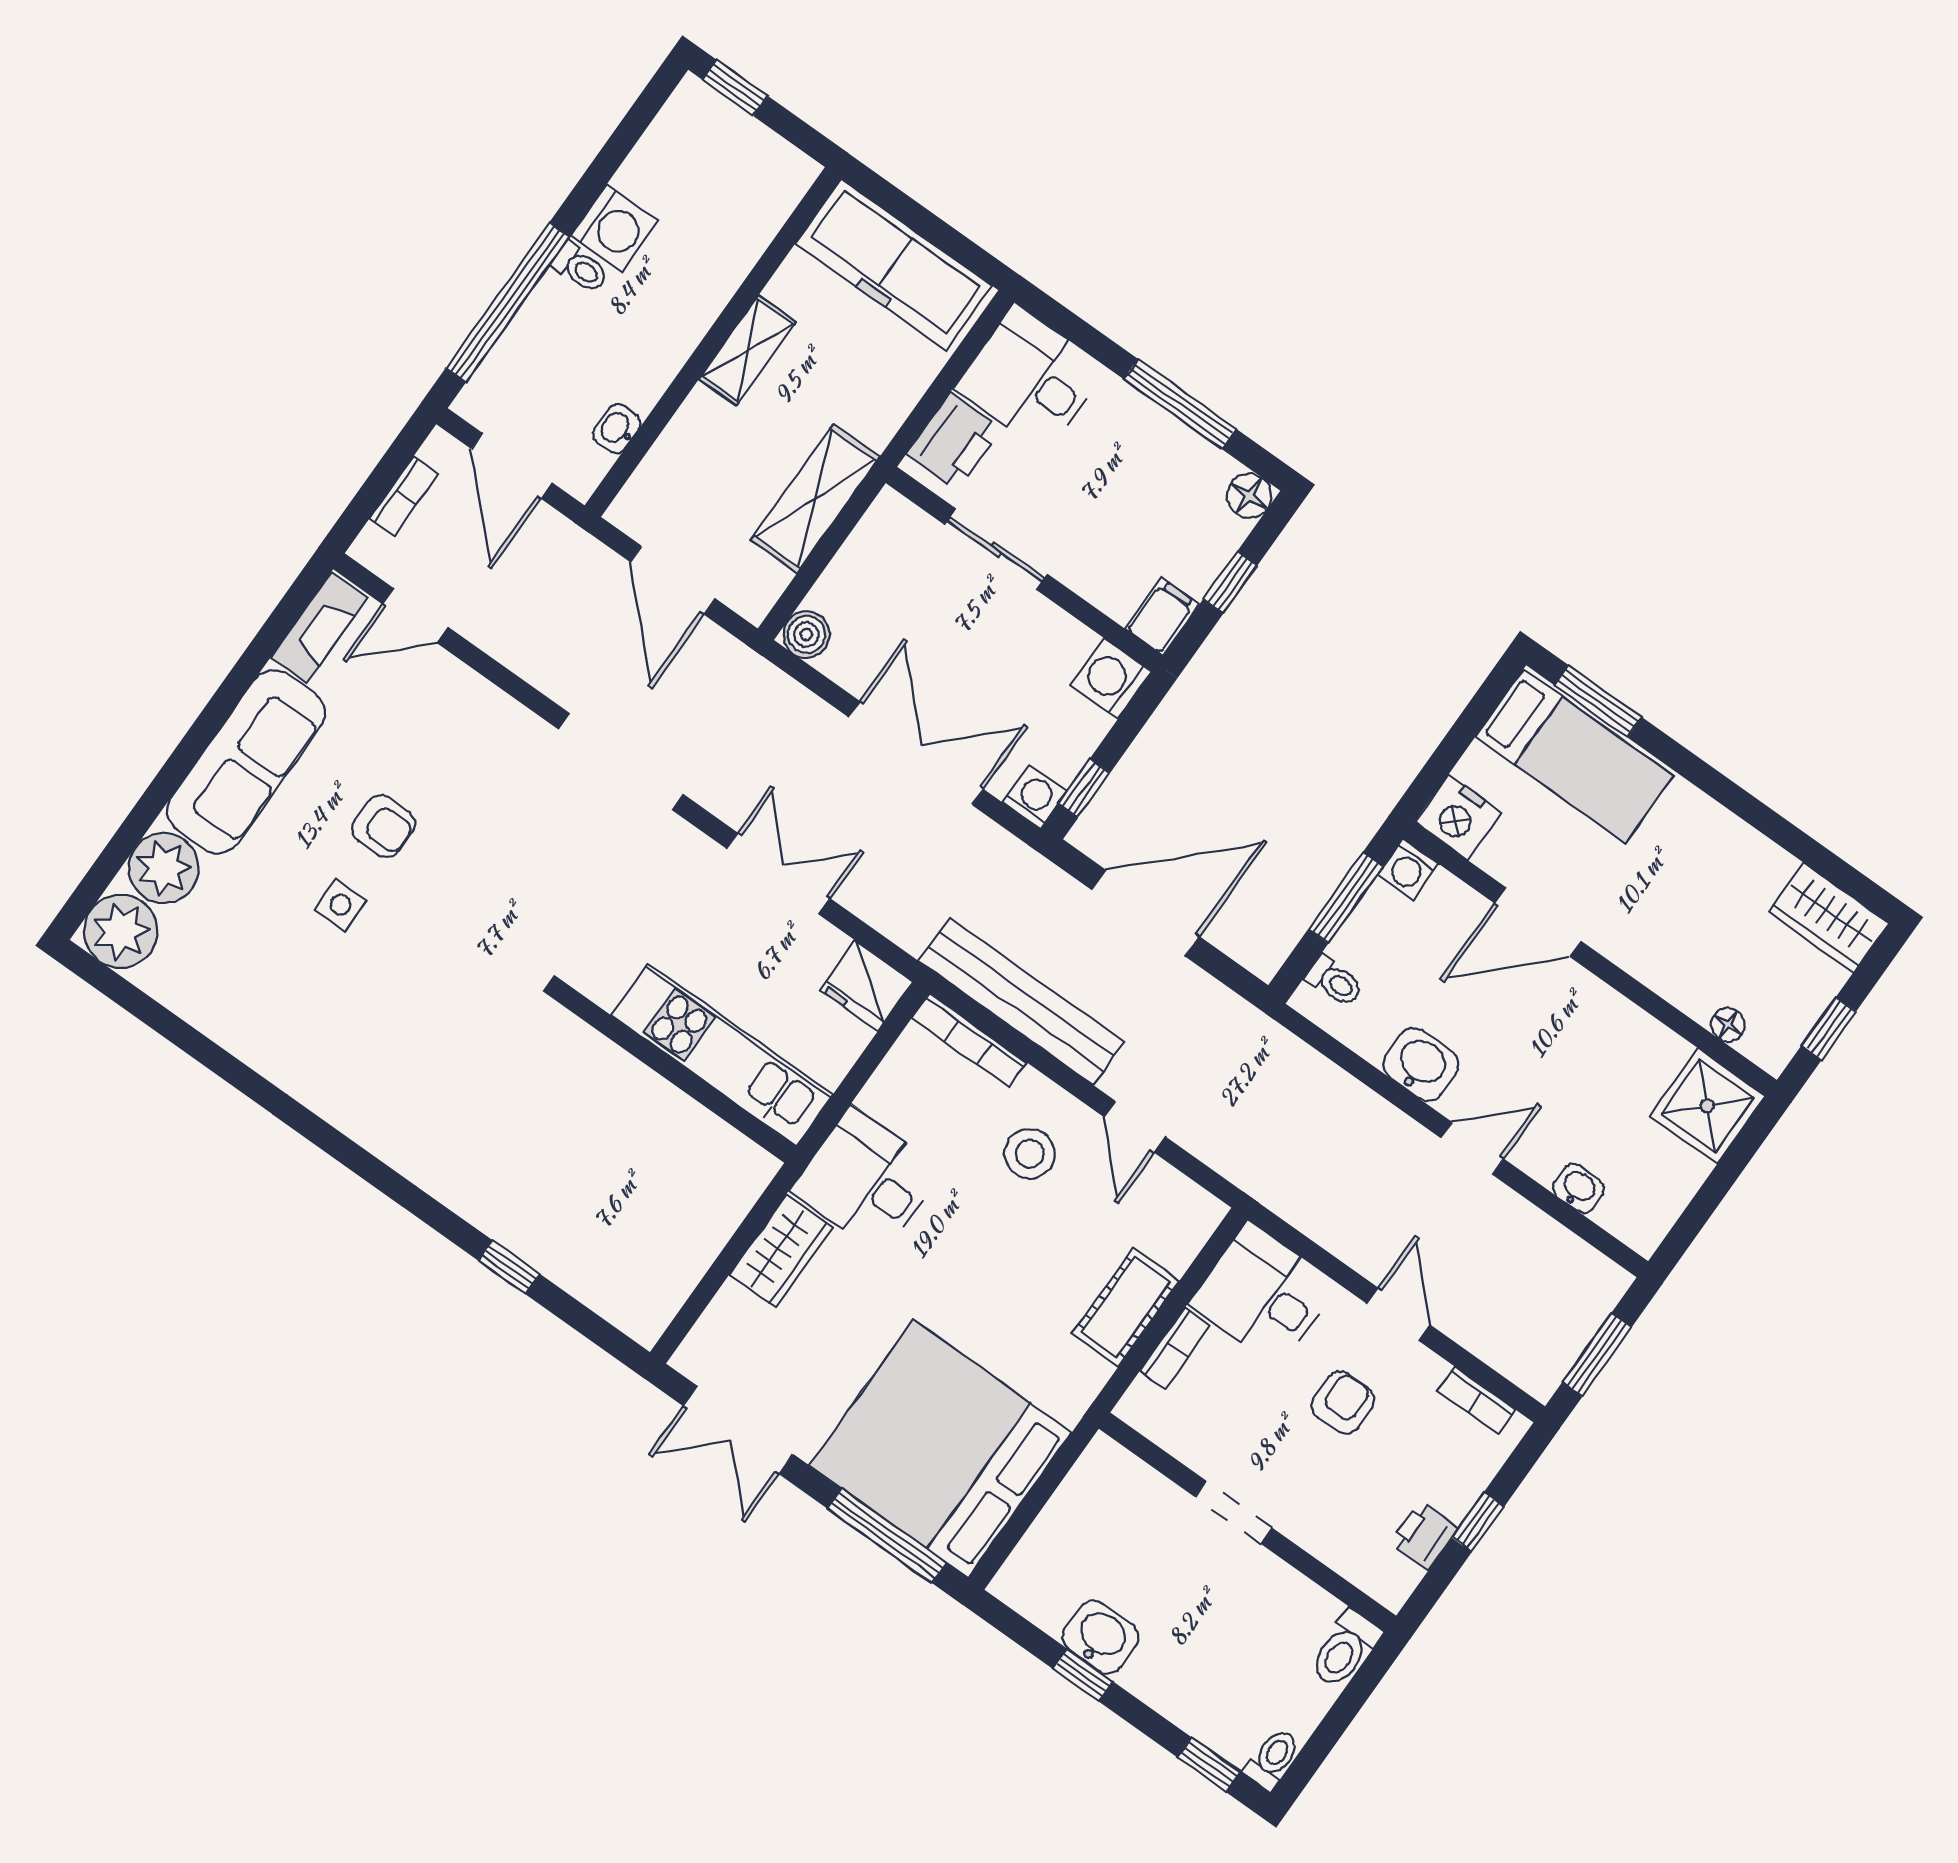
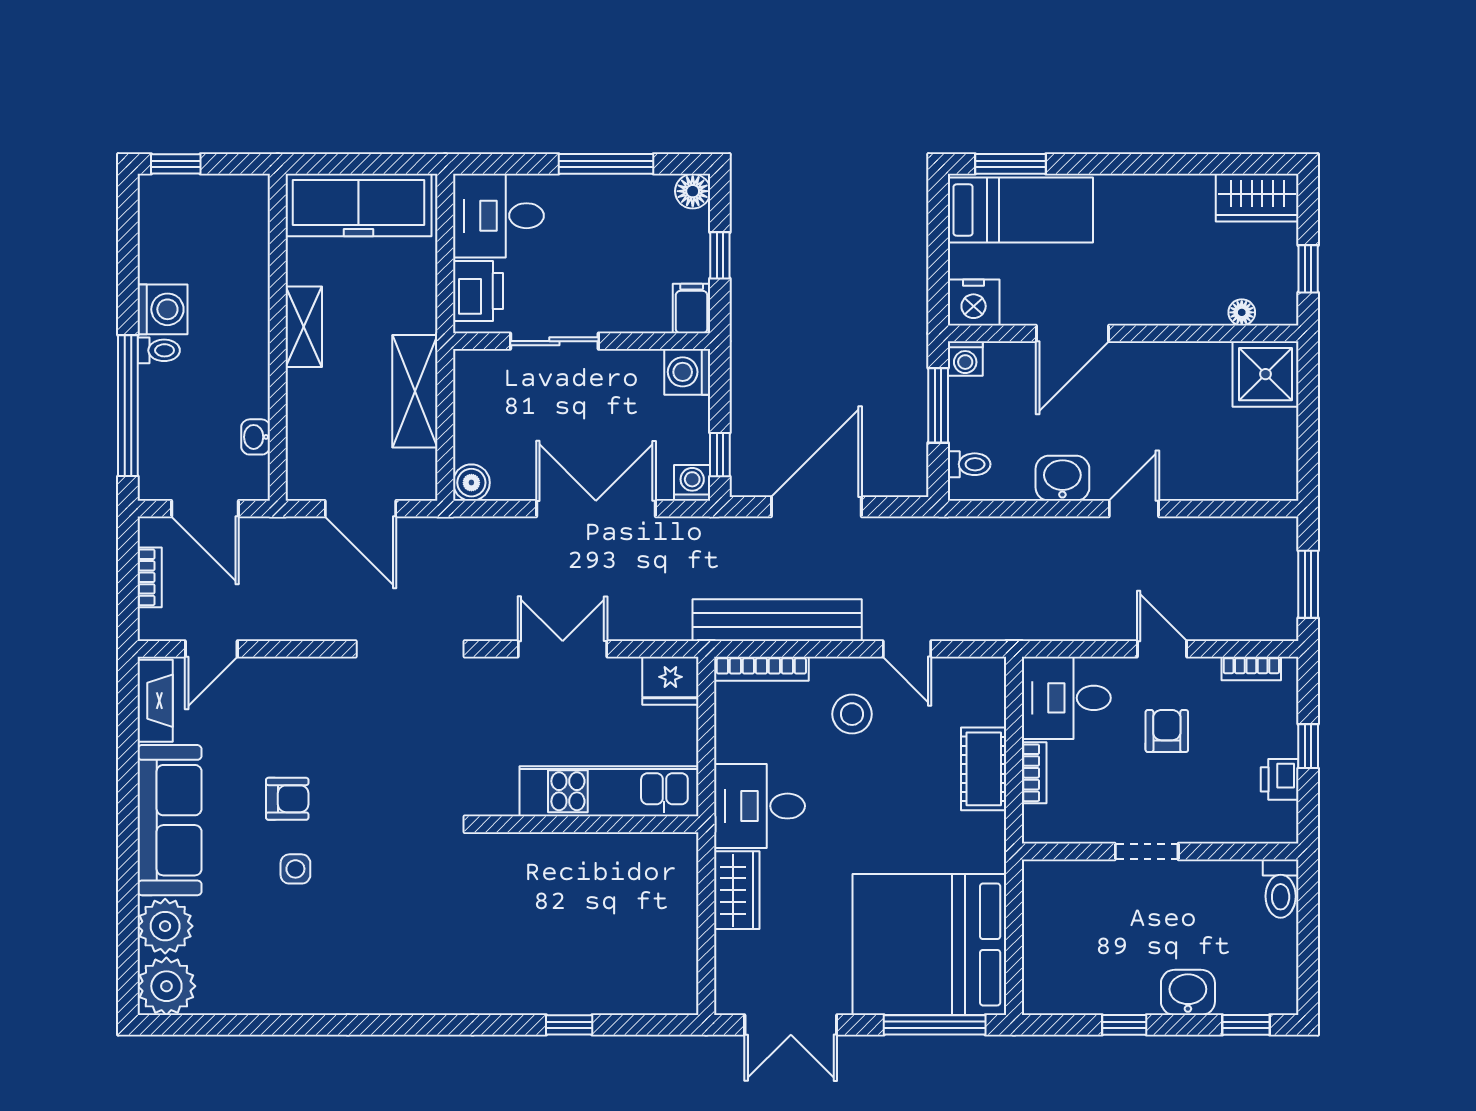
washbasin: (1578, 1188) -> (1220, 486), removed
washbasin: (1101, 1637) -> (1188, 992), moved
toilet: (1273, 1759) -> (1284, 992), removed

